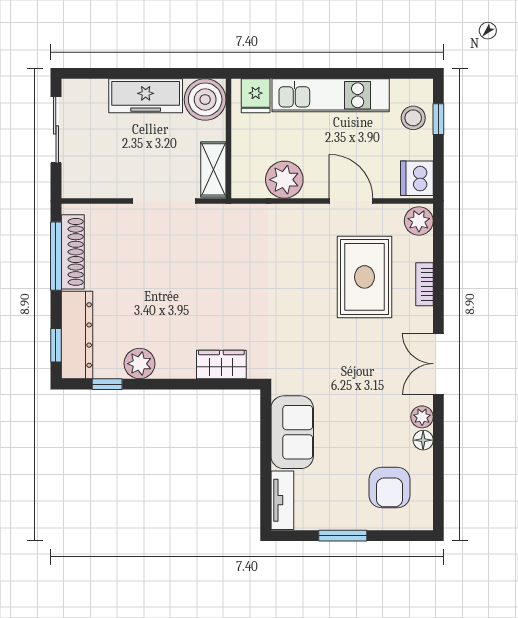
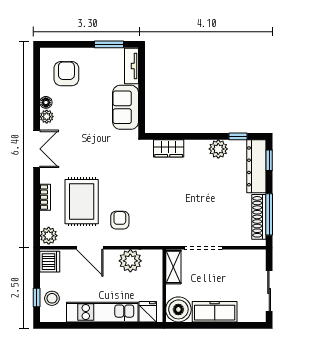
armchair: (302, 247) -> (120, 220), added
window: (343, 536) -> (109, 44), moved

